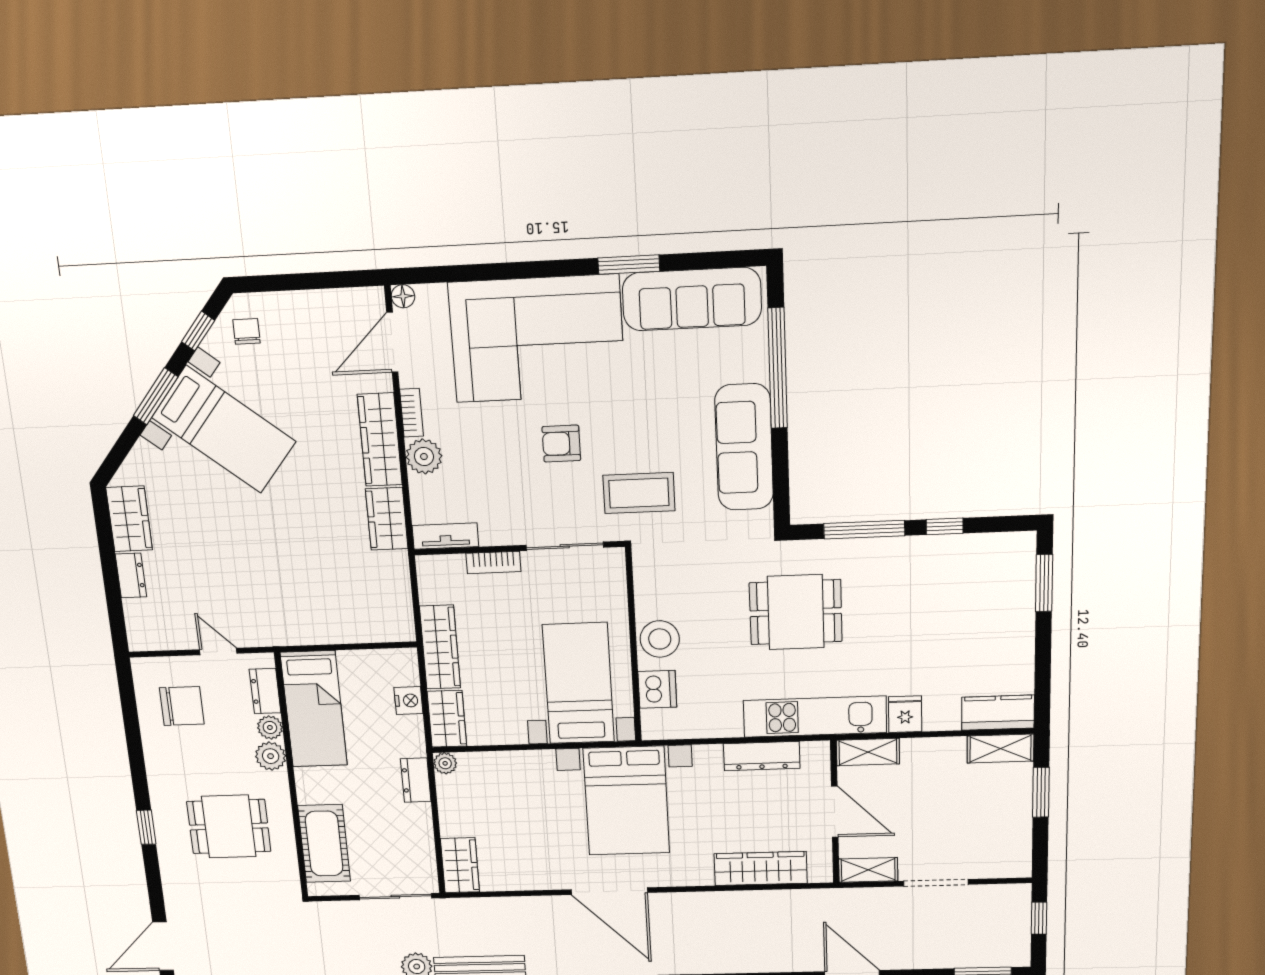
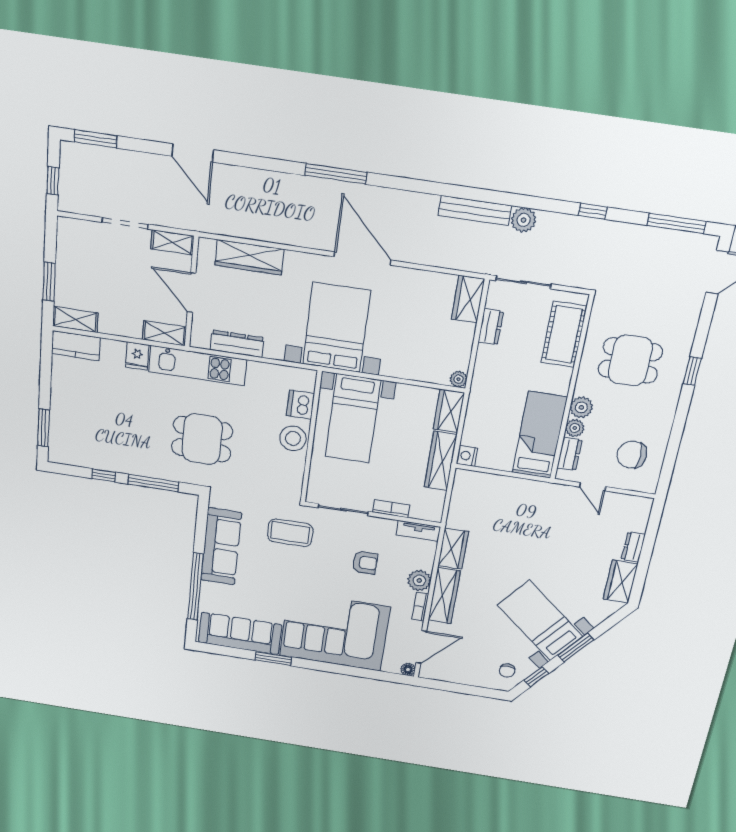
armchair: (561, 444) -> (365, 563), moved
nightstand: (408, 701) -> (467, 456), moved
dresser: (416, 780) -> (491, 327), moved

